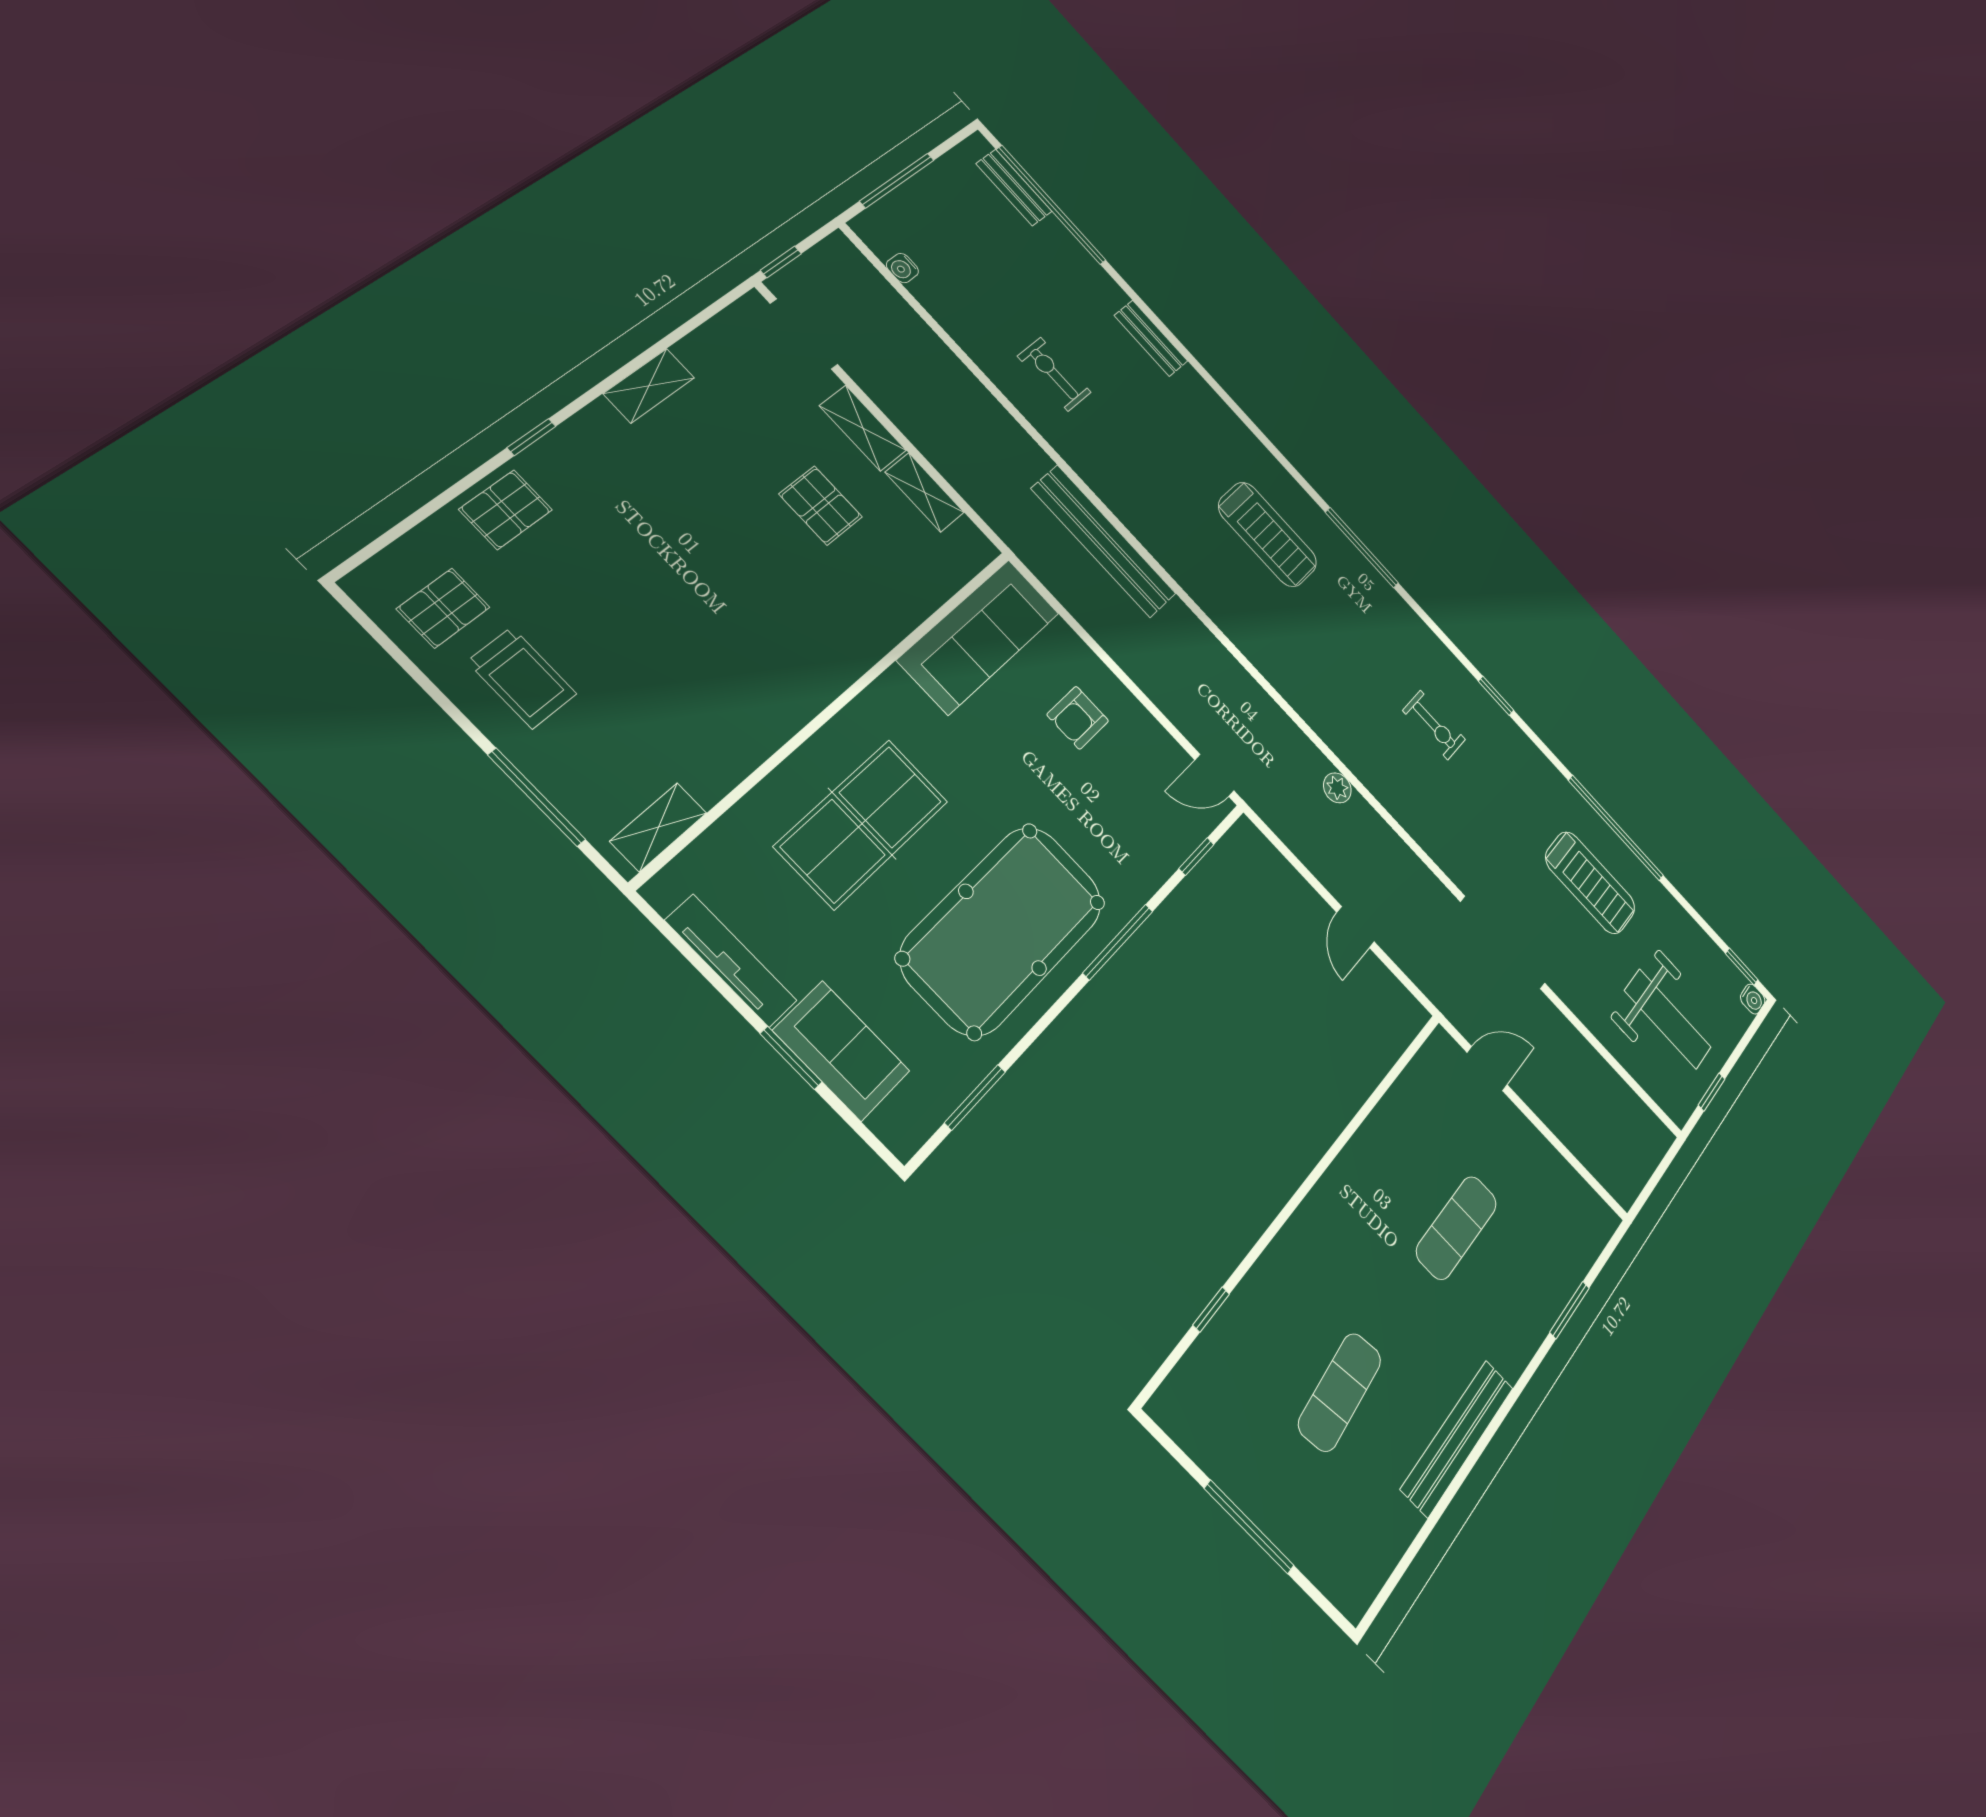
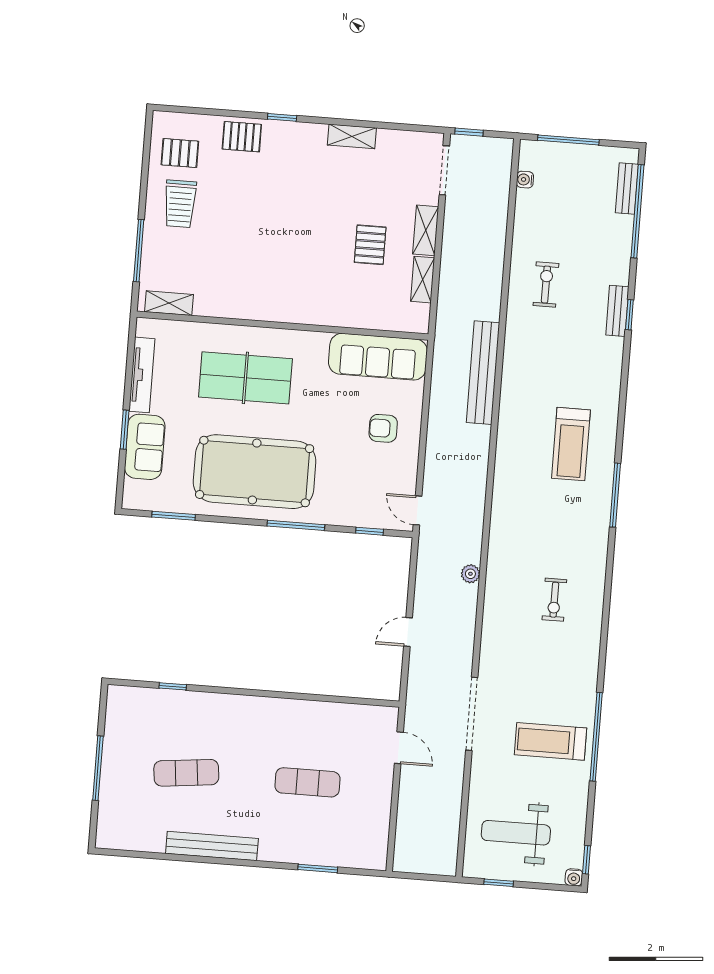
window: (1496, 696) -> (629, 315), moved
treadmill: (1590, 883) -> (550, 741), turned 90
weight bench: (1668, 1019) -> (516, 833), turned 90

